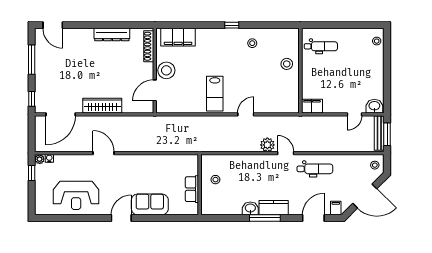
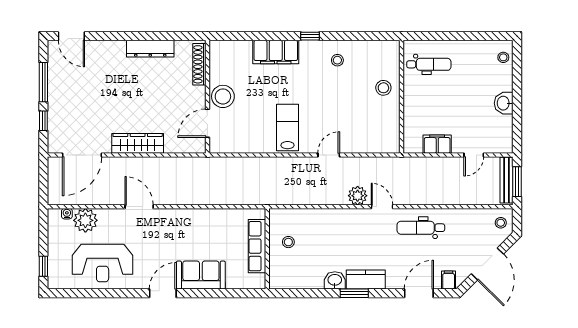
filing cabinet: (178, 37) -> (276, 52), moved
lab bench: (215, 94) -> (287, 127), turned 180
window: (32, 99) -> (43, 121), moved
filing cabinet: (312, 106) -> (437, 144), moved
washbasin: (374, 106) -> (504, 103), moved, turned -90
plant: (40, 159) -> (85, 220), moved, width x1.88, depth x1.88
dental chair: (315, 169) -> (421, 228), turned 180
window: (32, 173) -> (43, 266), moved
row of seats: (192, 189) -> (257, 246), width x1.48
door: (365, 196) -> (487, 264), hinge flipped
window: (265, 218) -> (354, 293), width x0.69

